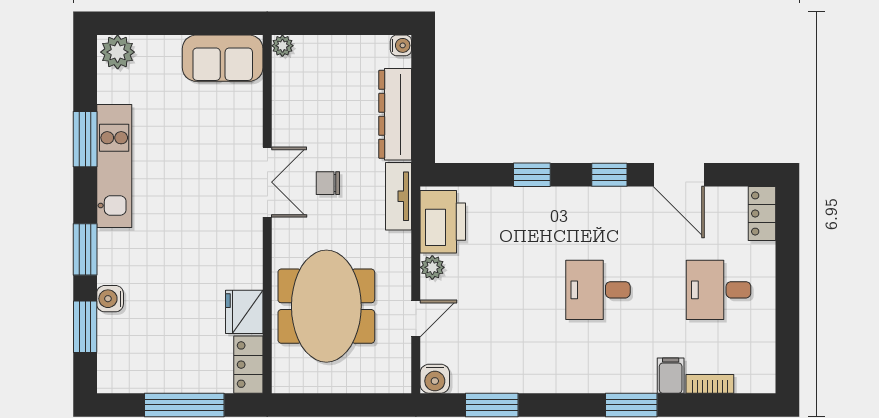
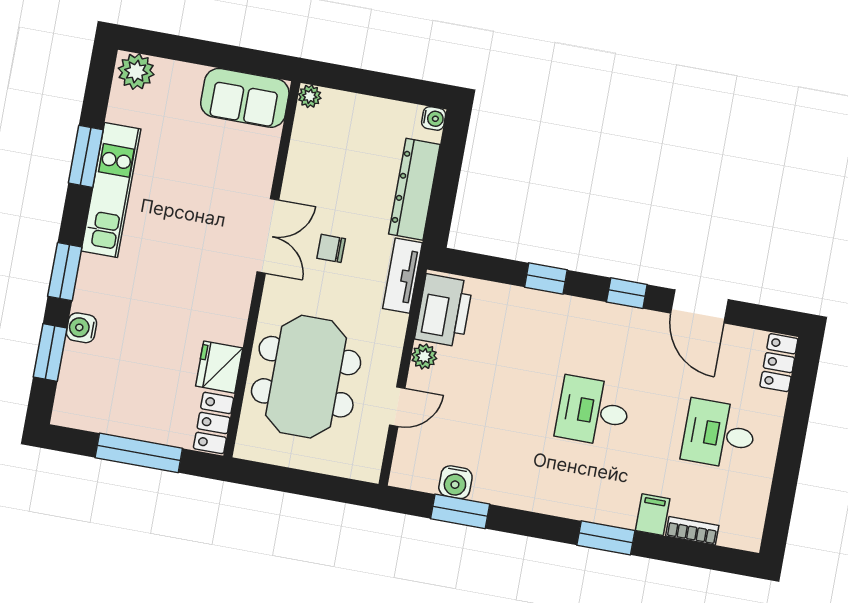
water cooler: (435, 379) -> (455, 482), moved

